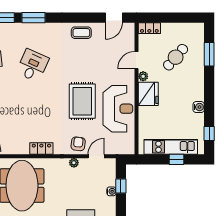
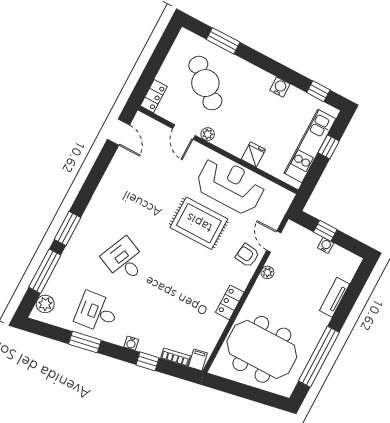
coffee table: (81, 33) -> (116, 181), removed
cafe table: (176, 57) -> (205, 83), width x1.37, depth x1.35
fridge: (148, 94) -> (253, 154), moved, width x0.53, depth x0.75

